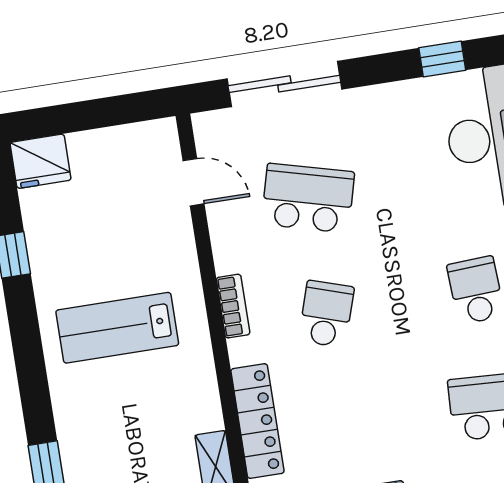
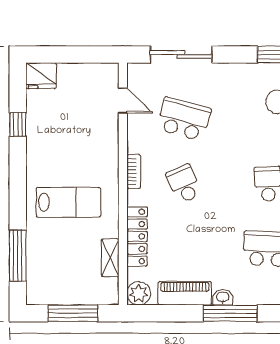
school desk: (326, 314) -> (184, 184), turned -42
lab bench: (117, 328) -> (68, 202), moved, turned 180

